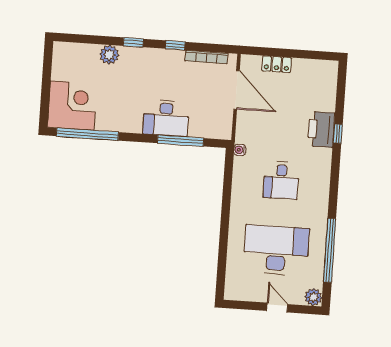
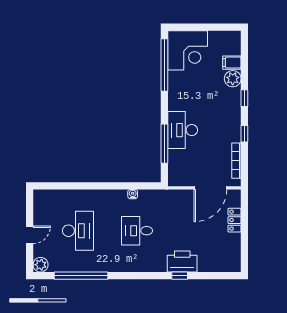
filing cabinet: (90, 54) -> (232, 63), added
water cooler: (240, 150) -> (133, 194), moved
desk: (276, 250) -> (78, 231), width x0.73, depth x0.77

